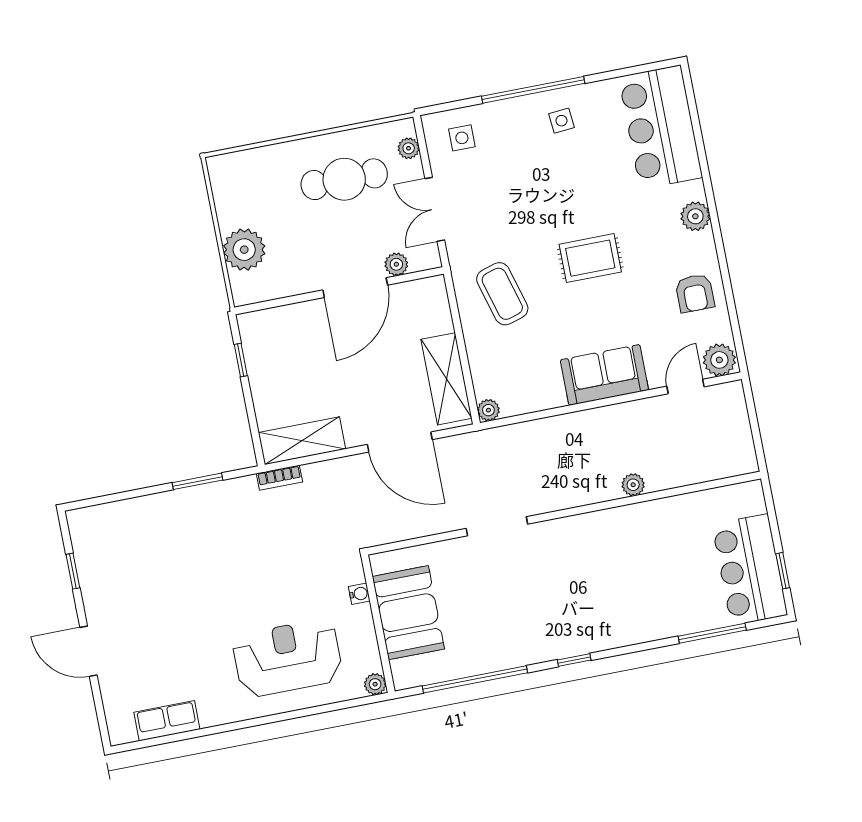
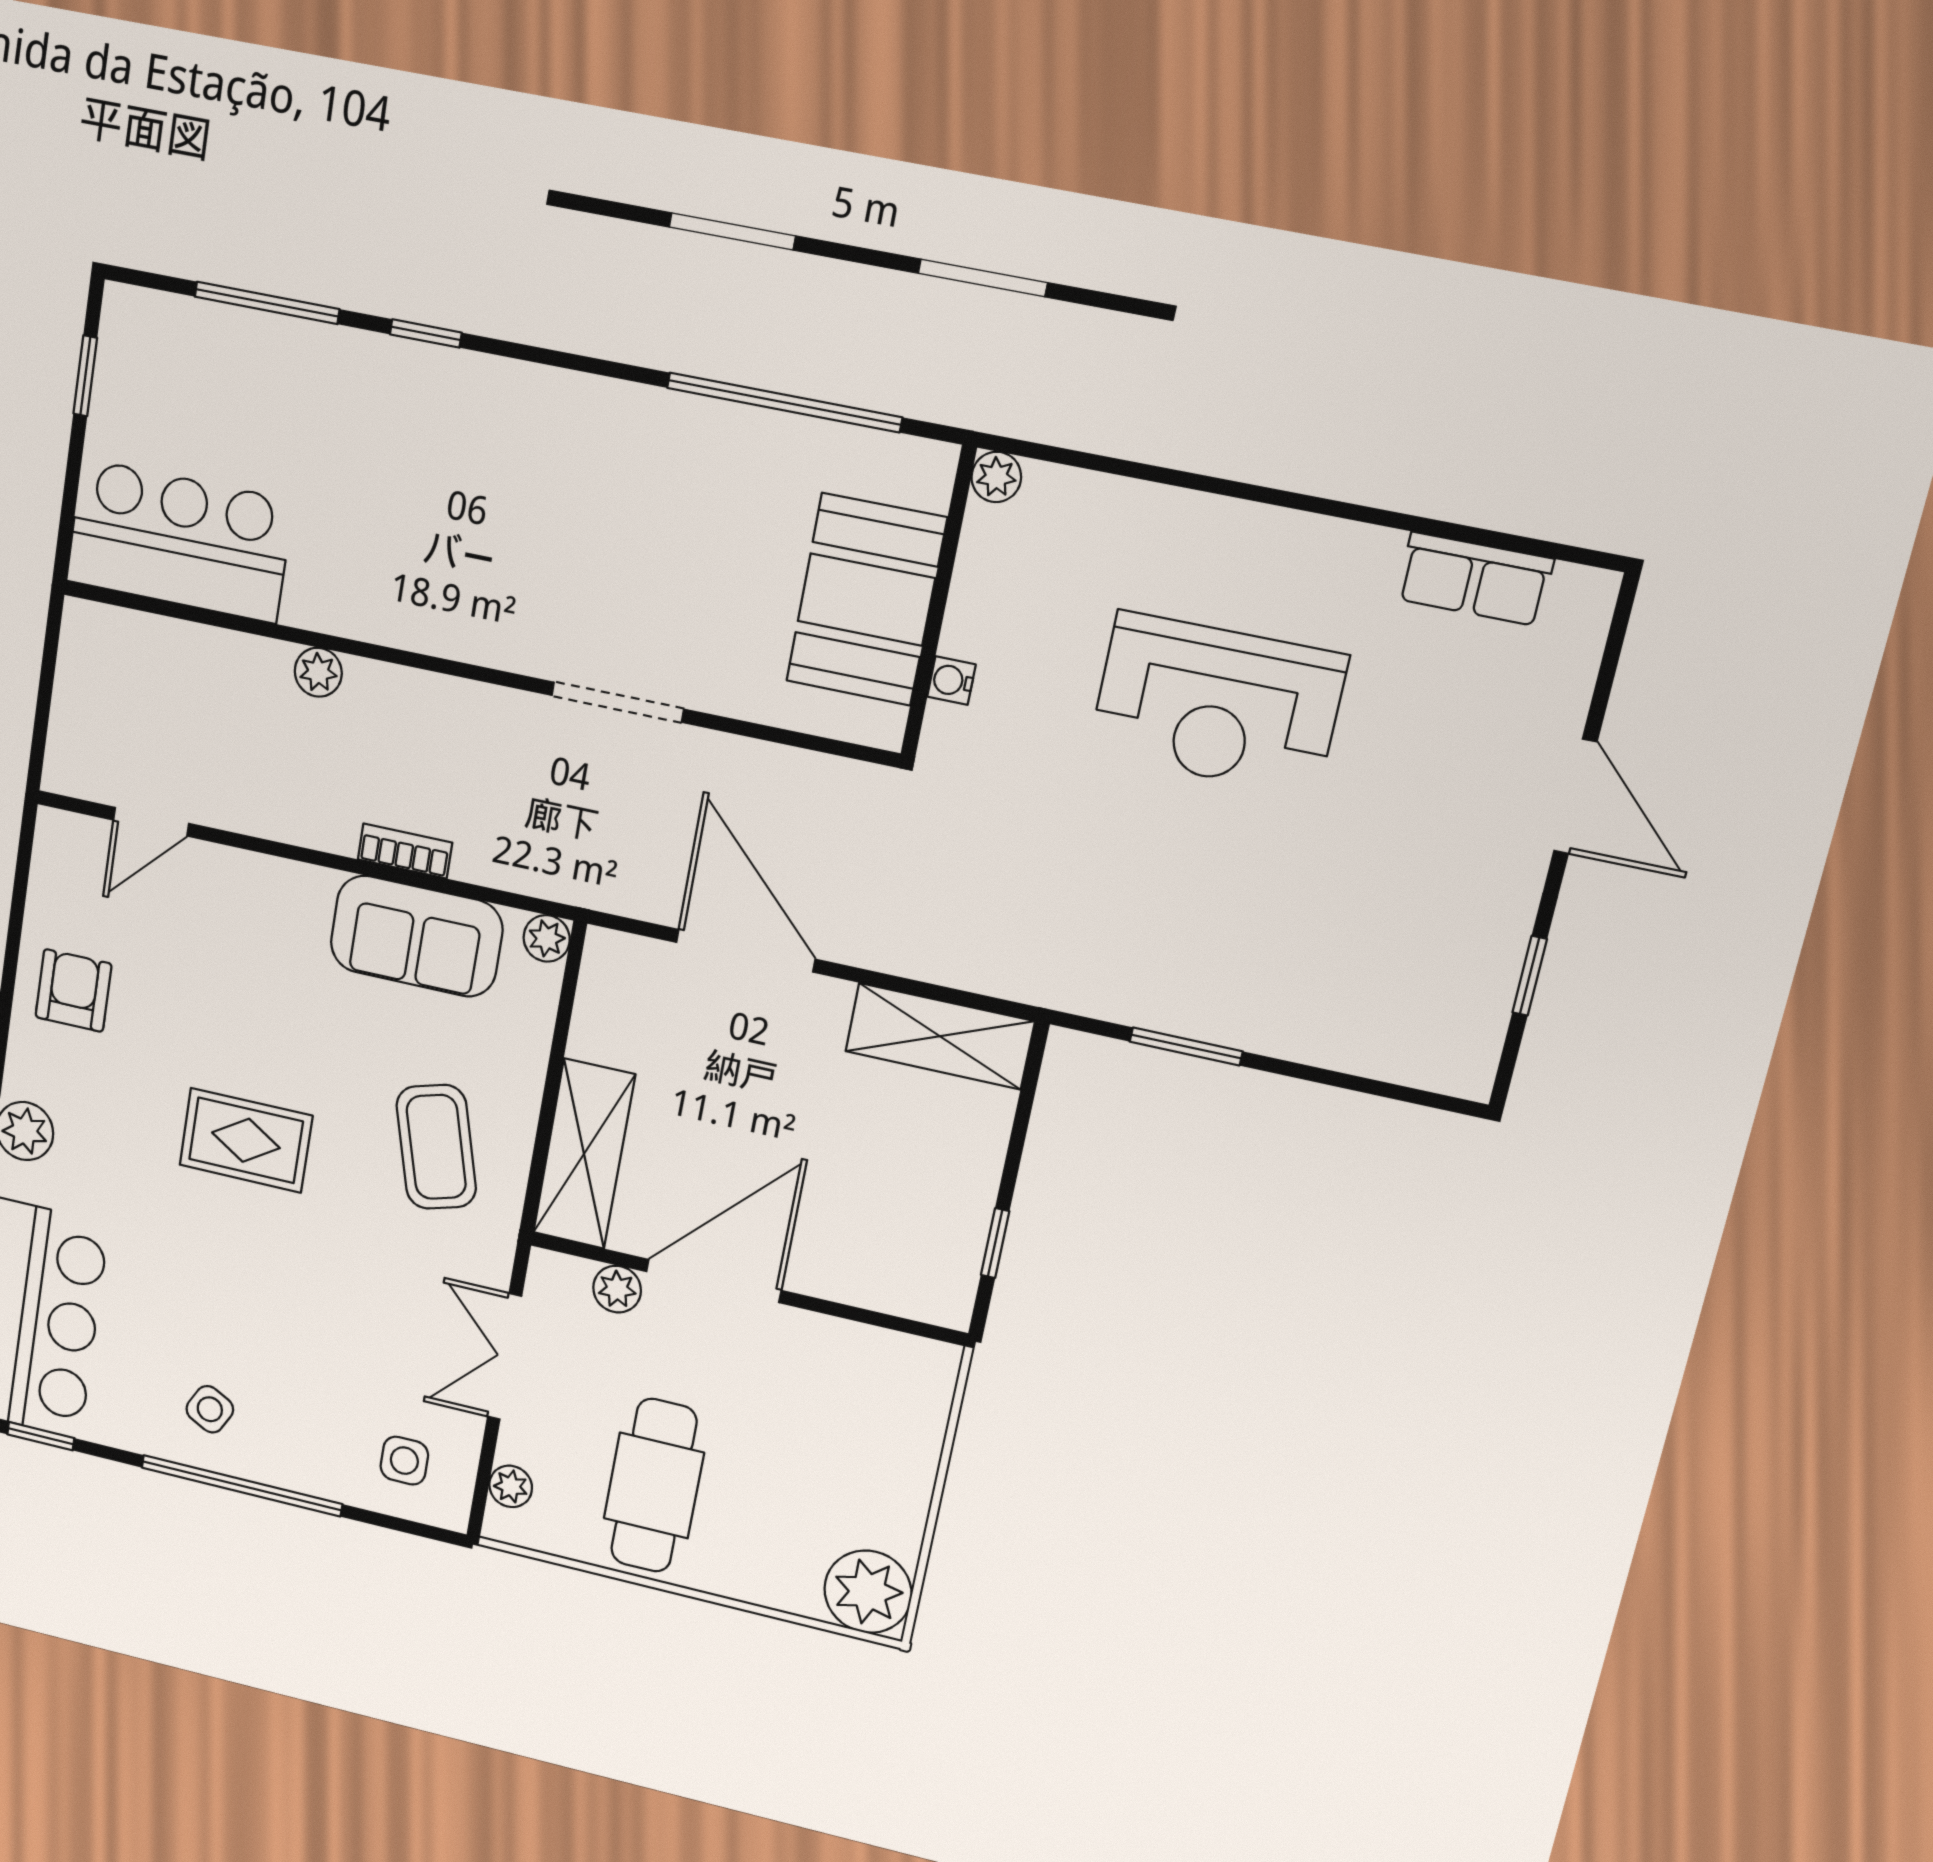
window: (637, 70) -> (41, 1436), added
side table: (561, 121) -> (210, 1409), turned 33
cafe table: (344, 179) -> (654, 1486), turned 90
double door: (435, 209) -> (505, 1357), swing flipped
plant: (244, 250) -> (868, 1592), moved
plant: (719, 360) -> (70, 845), removed
sofa: (604, 375) -> (416, 936), moved
shelving: (446, 379) -> (584, 1154), moved
bookcase: (279, 478) -> (405, 851), moved
bar counter: (750, 570) -> (179, 541), moved, turned -90
reception desk: (288, 658) -> (1217, 704), moved
window: (574, 660) -> (426, 333), moved

